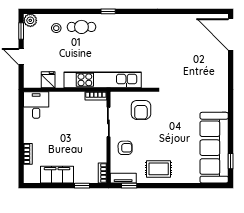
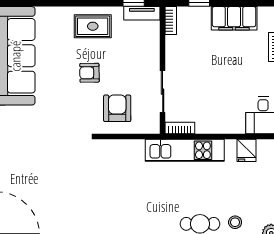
kitchen unit: (103, 80) -> (185, 150), width x0.73
armchair: (125, 148) -> (89, 73), moved

